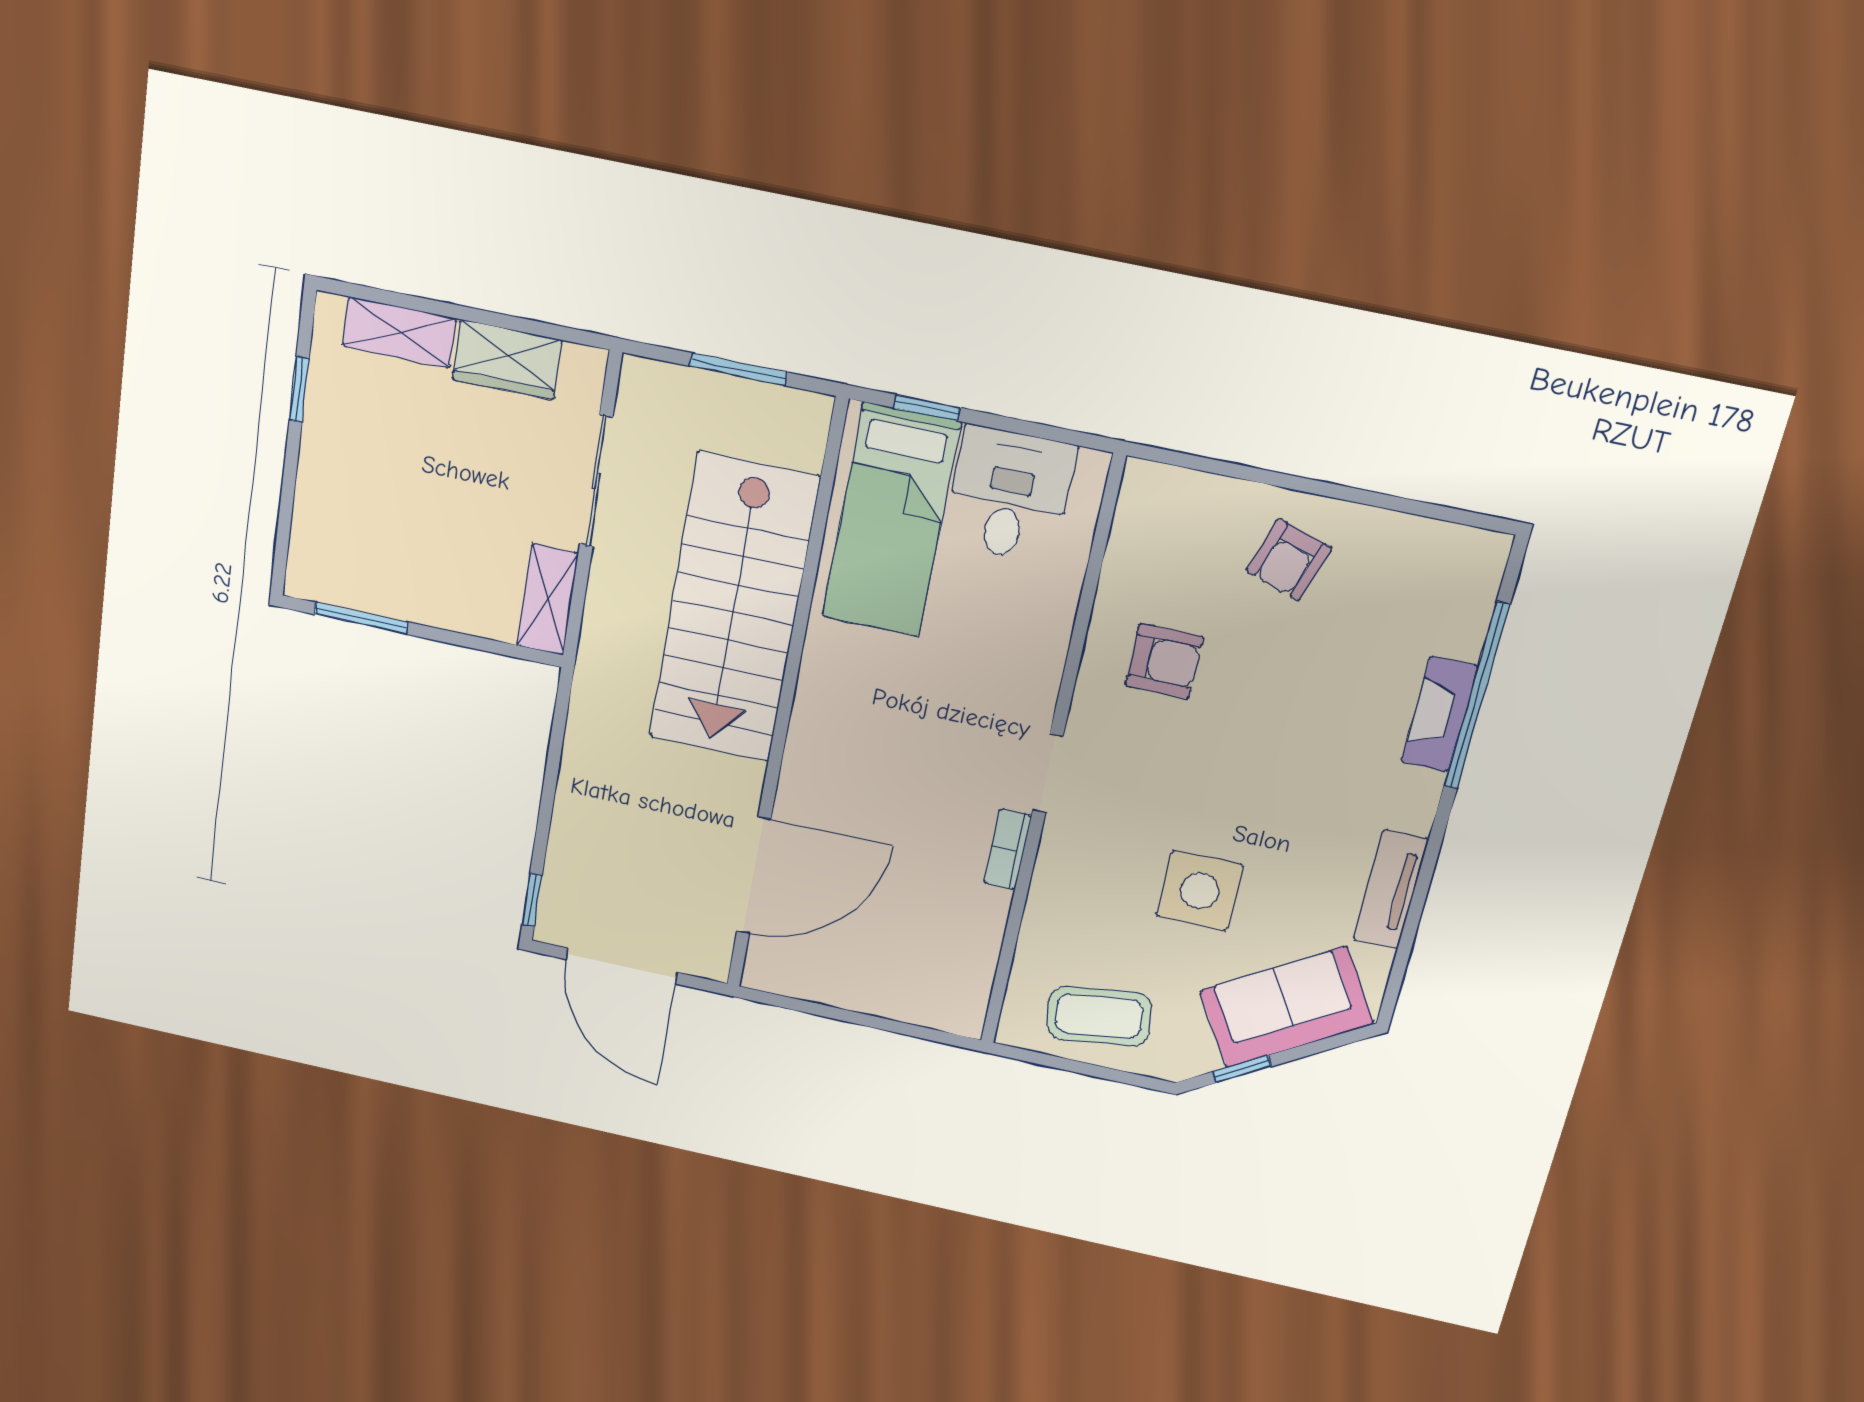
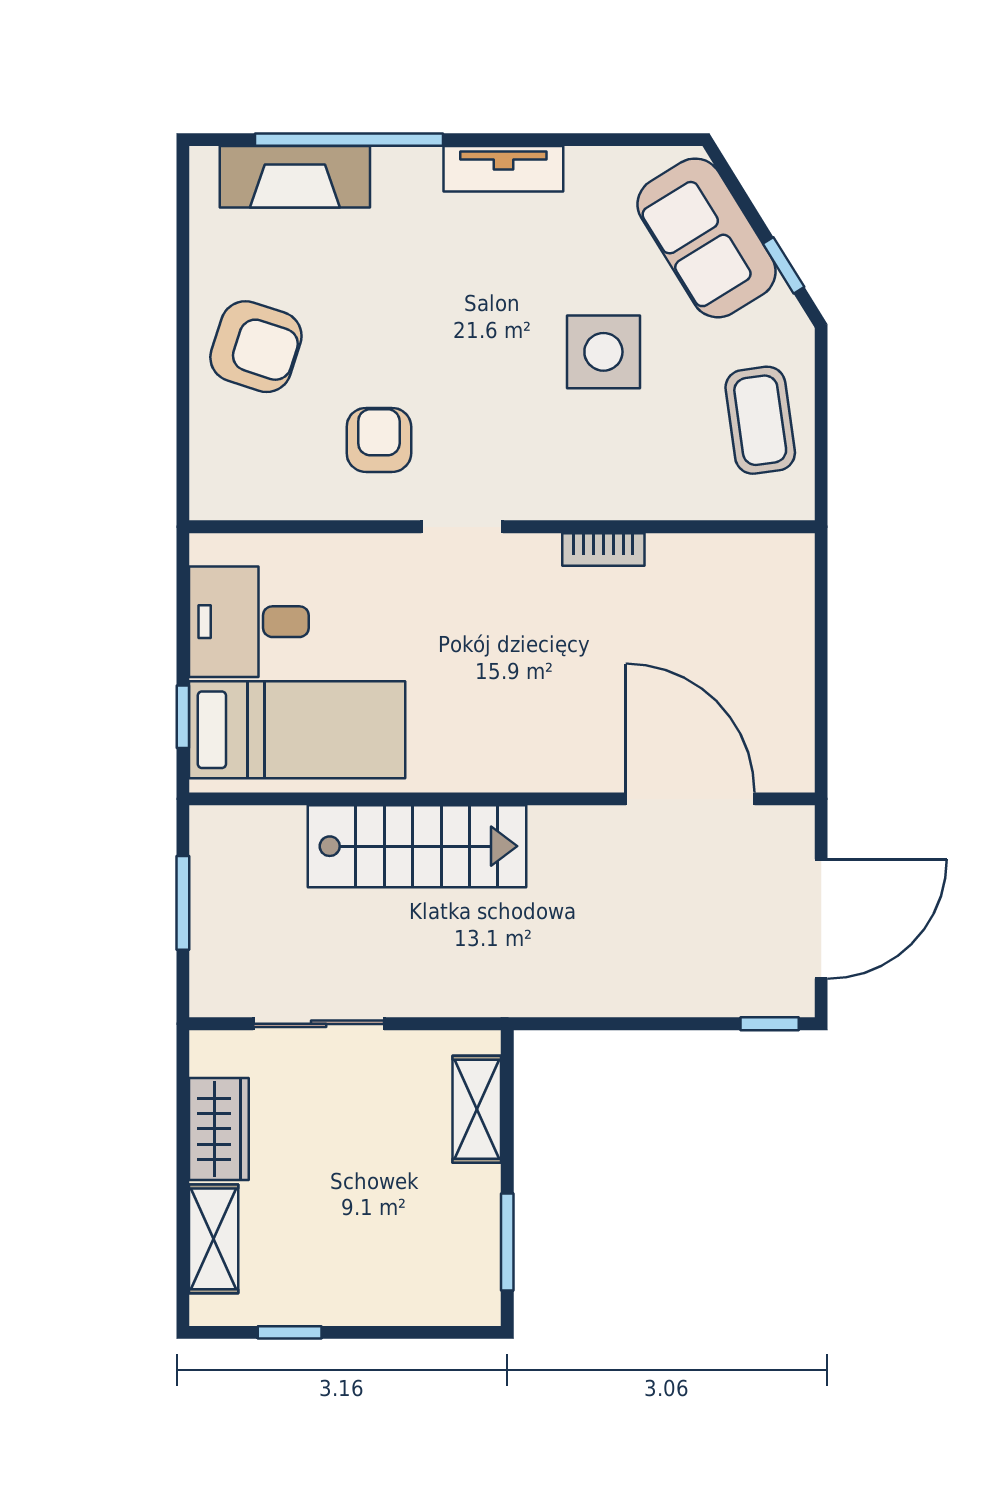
armchair: (1289, 560) -> (256, 347), width x1.38, depth x1.38
shelving: (548, 600) -> (477, 1109), moved, turned 90
stairs: (734, 609) -> (417, 846), width x0.73, depth x0.66
fireplace: (1439, 714) -> (295, 177), moved, width x1.37, depth x1.32
doorway: (1048, 773) -> (462, 527), moved
tv unit: (1391, 889) -> (503, 169), moved

